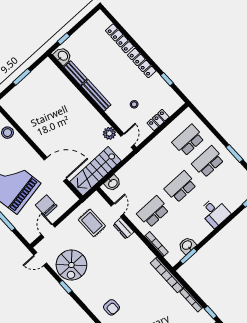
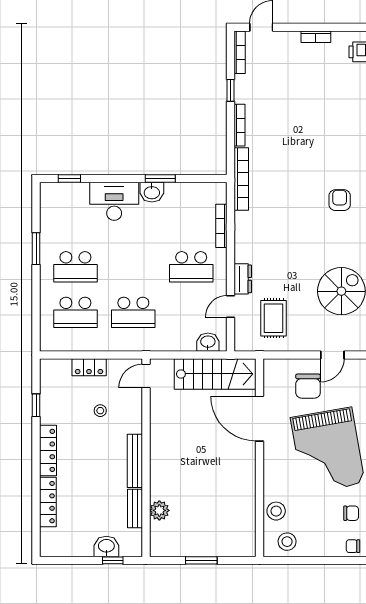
washbasin: (63, 56) -> (106, 546), moved, turned 90
plant: (109, 133) -> (159, 510), moved
school desk: (181, 187) -> (133, 312), moved
desk: (215, 212) -> (114, 201), width x1.37
washbasin: (187, 245) -> (152, 192), moved
window: (189, 256) -> (160, 179), moved

